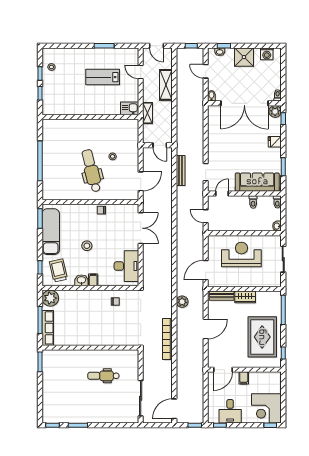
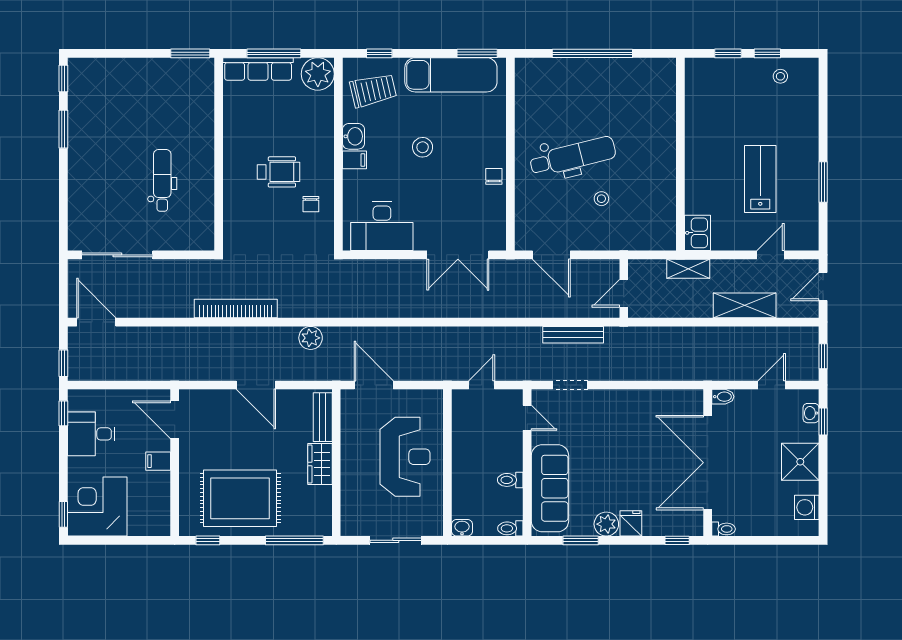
plant: (275, 111) -> (606, 524), moved
wheelchair: (99, 318) -> (279, 172), added

